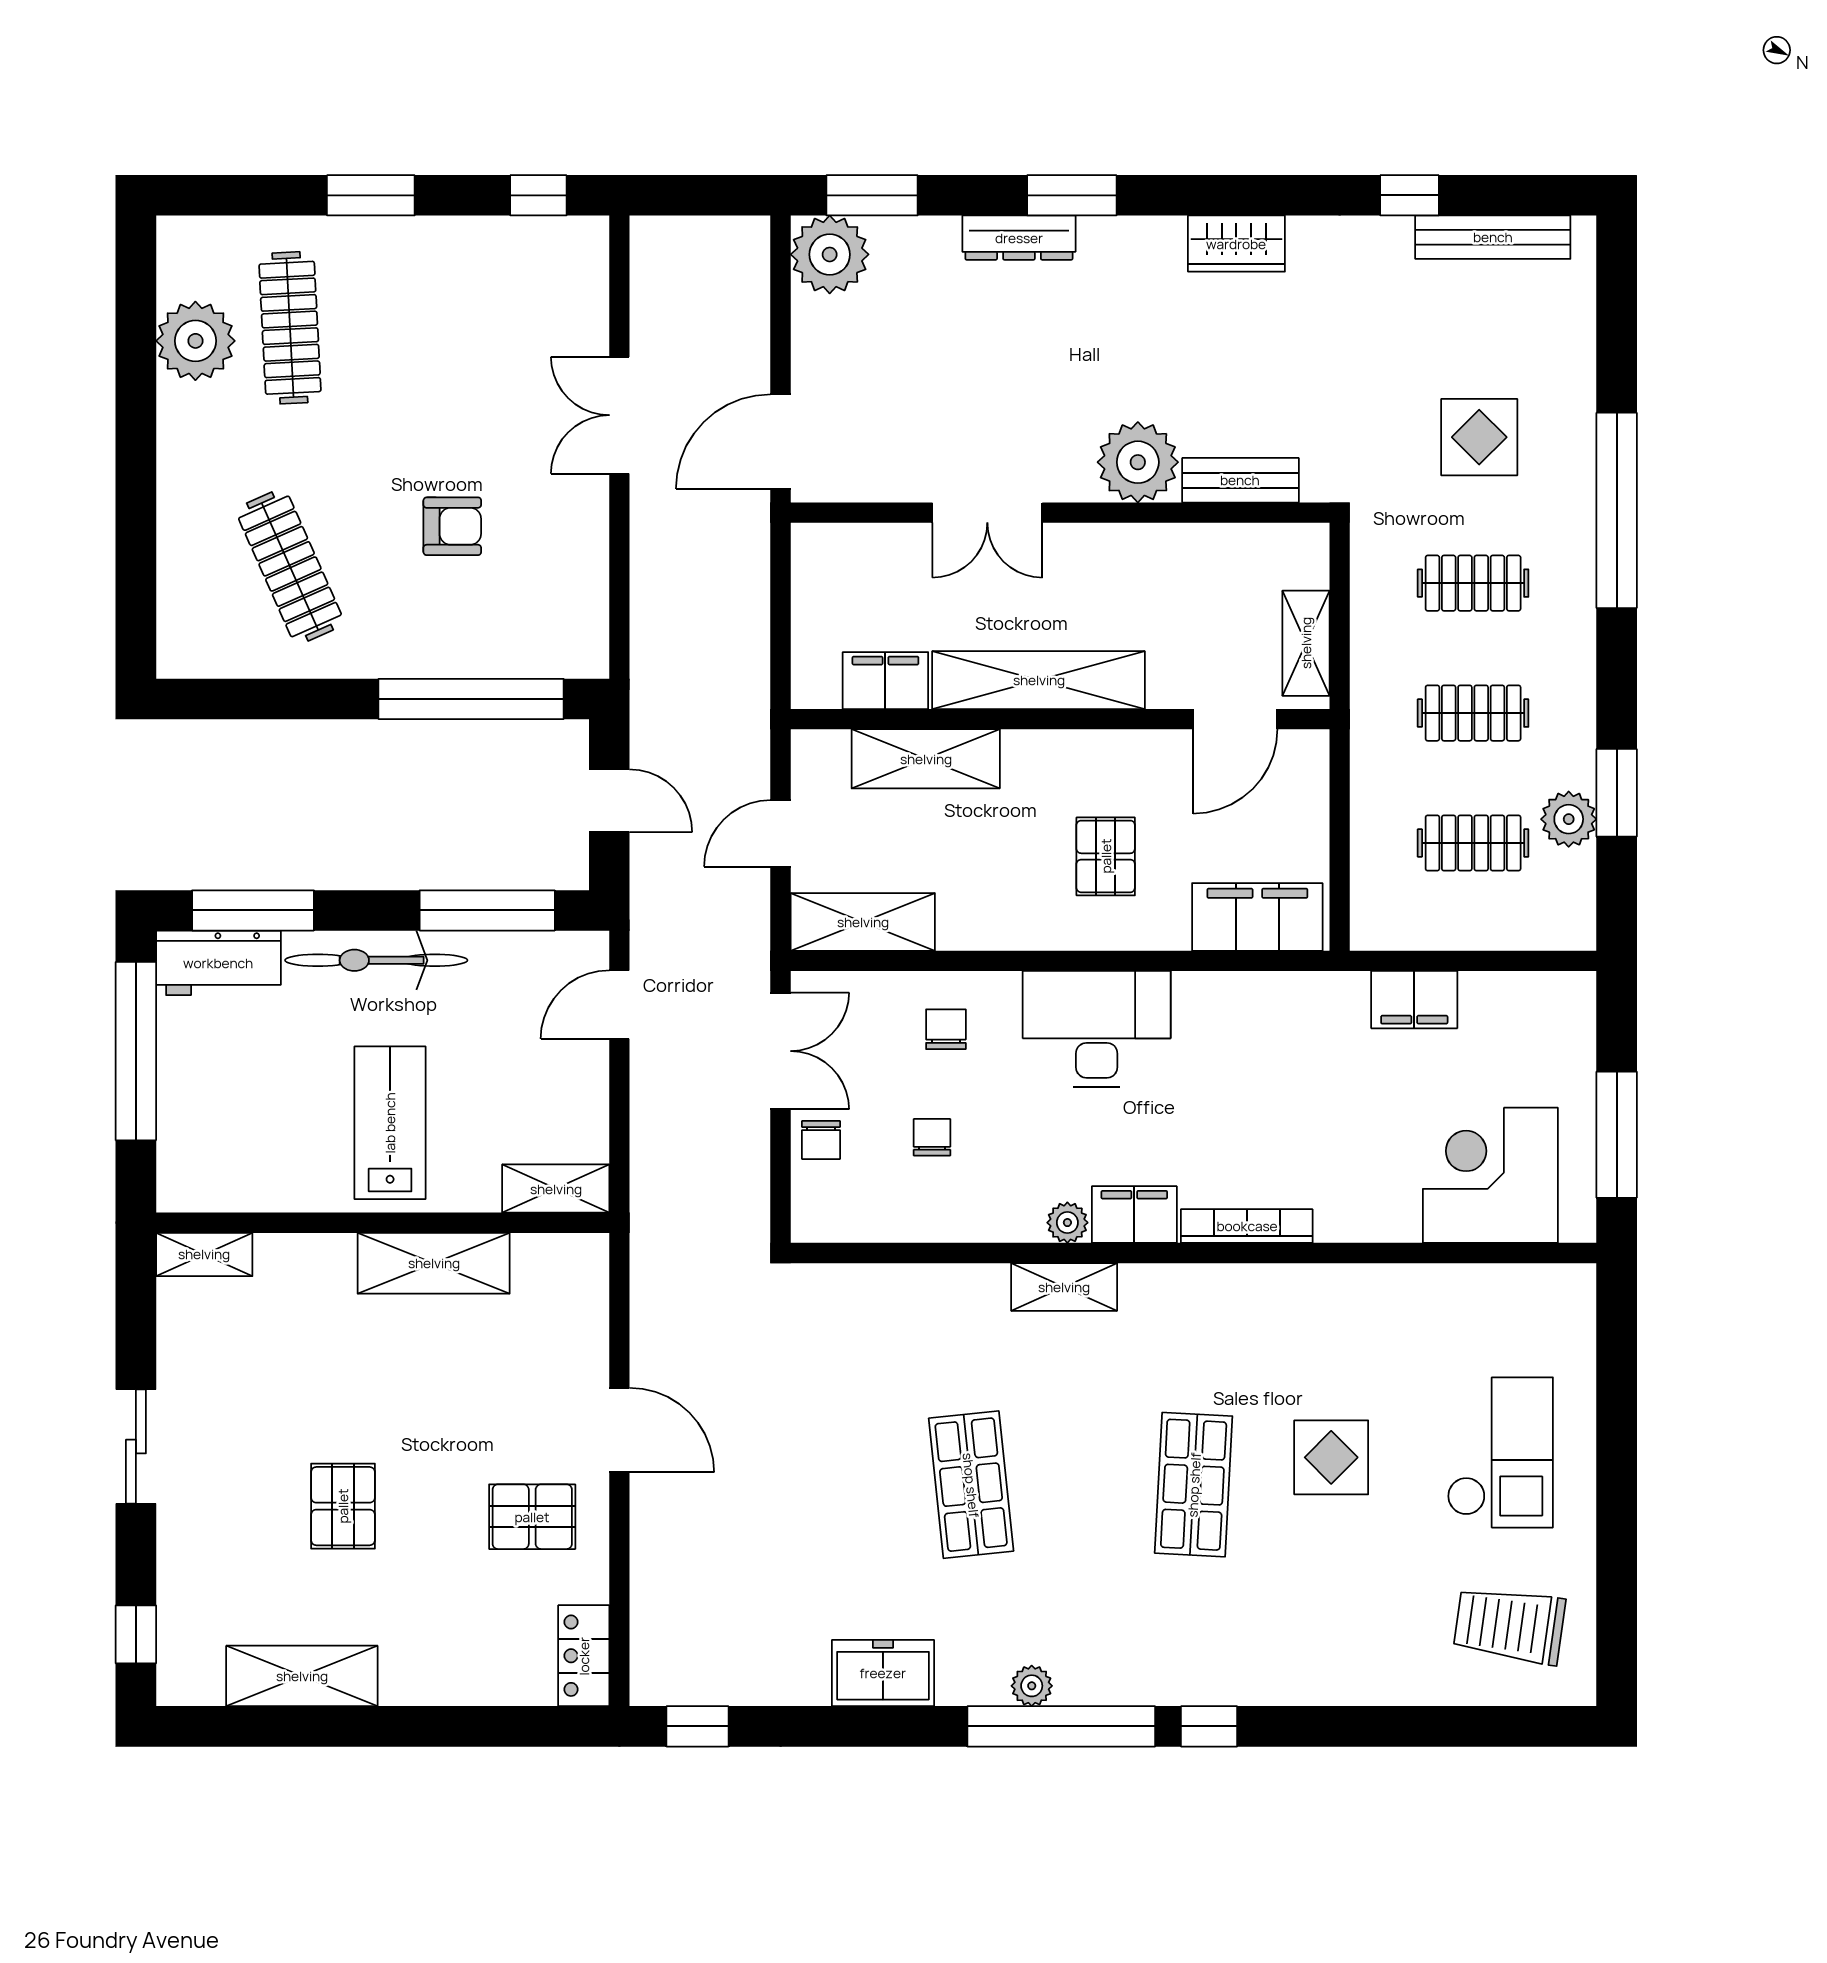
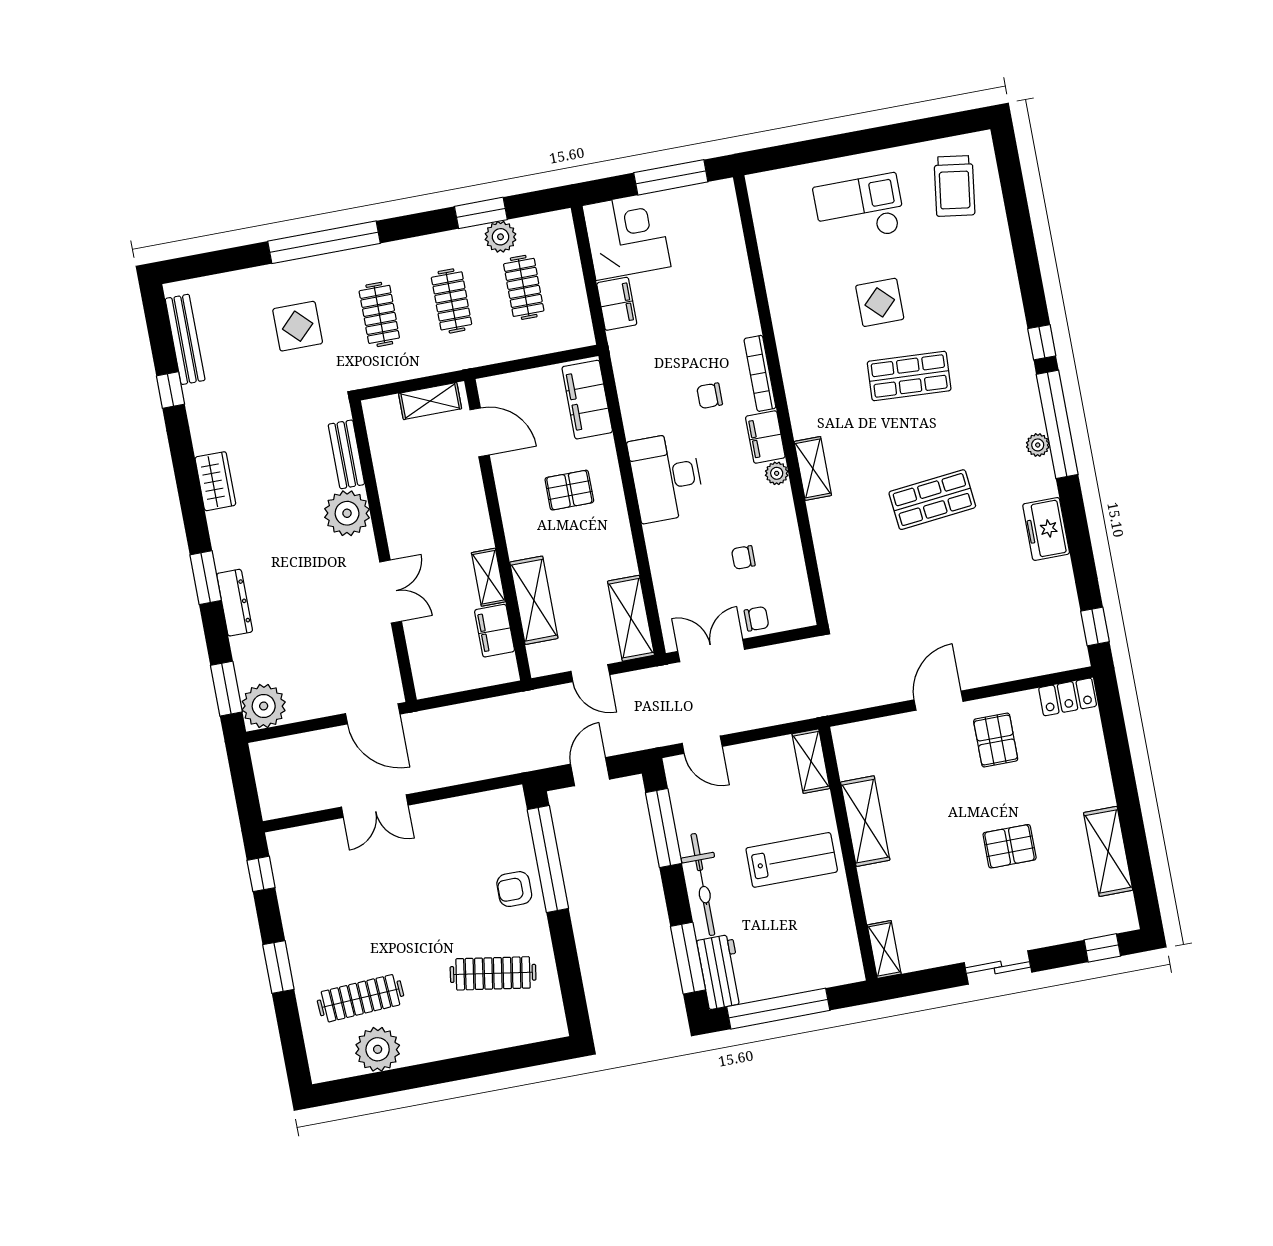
armchair: (452, 526) -> (514, 889), moved, turned -90
clothes rail: (290, 566) -> (493, 973), turned 33
shelving: (1039, 680) -> (488, 577), width x0.45, depth x0.75
chair: (946, 1029) -> (710, 396), moved
lab bench: (390, 1123) -> (792, 860), turned 180
corner desk: (1490, 1175) -> (626, 236), moved, turned 180

